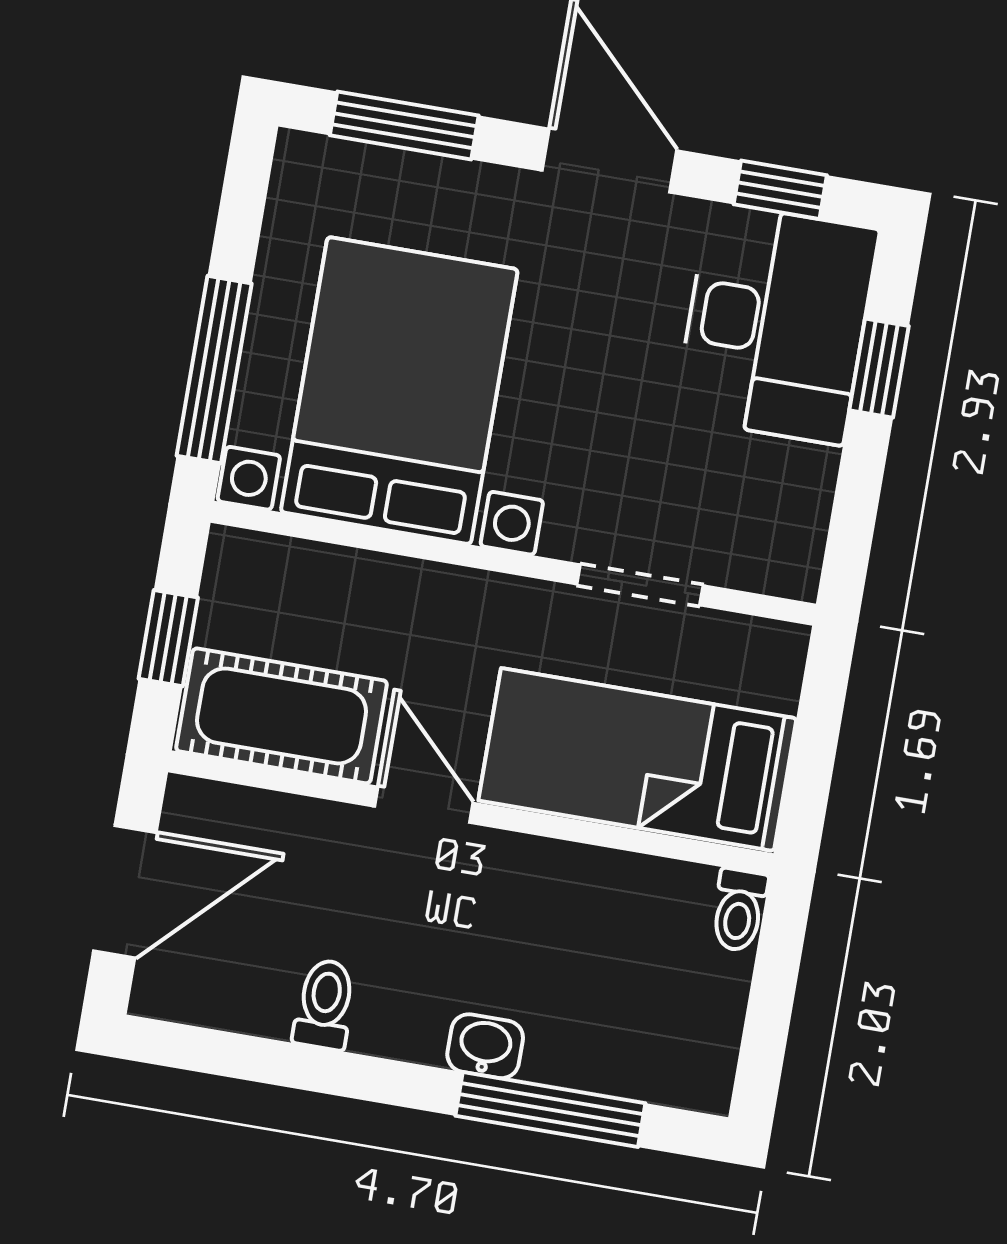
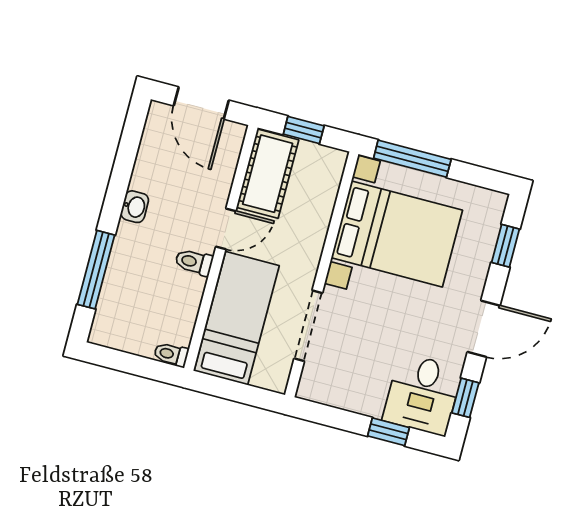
window: (404, 125) -> (506, 246), width x0.67
desk: (776, 323) -> (423, 394), width x0.73
doorway: (640, 585) -> (308, 326), width x1.38
toilet: (325, 1004) -> (194, 262), moved, turned 180
washbasin: (485, 1046) -> (135, 207), moved

